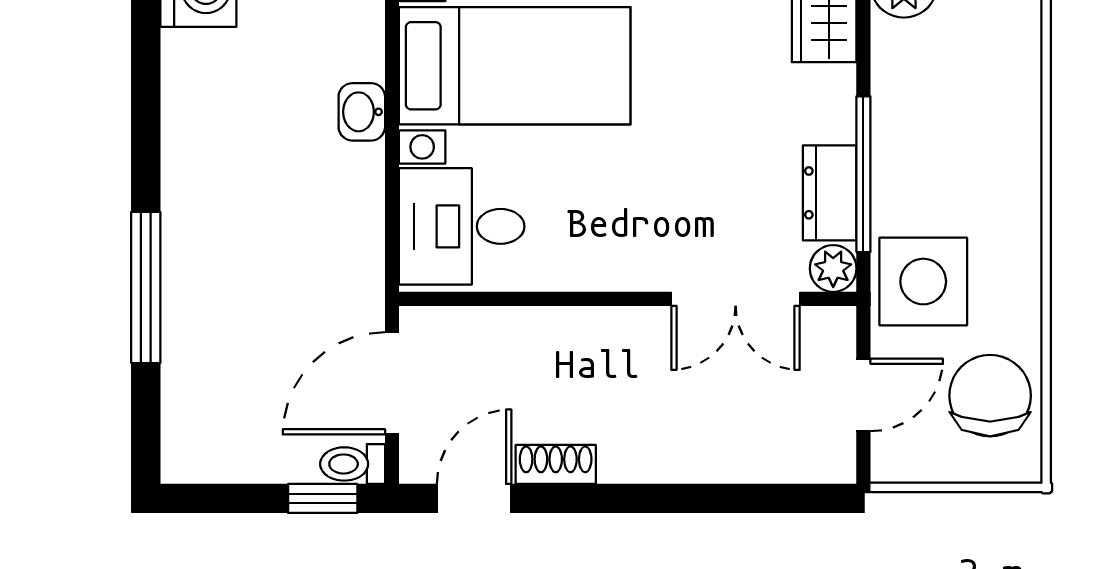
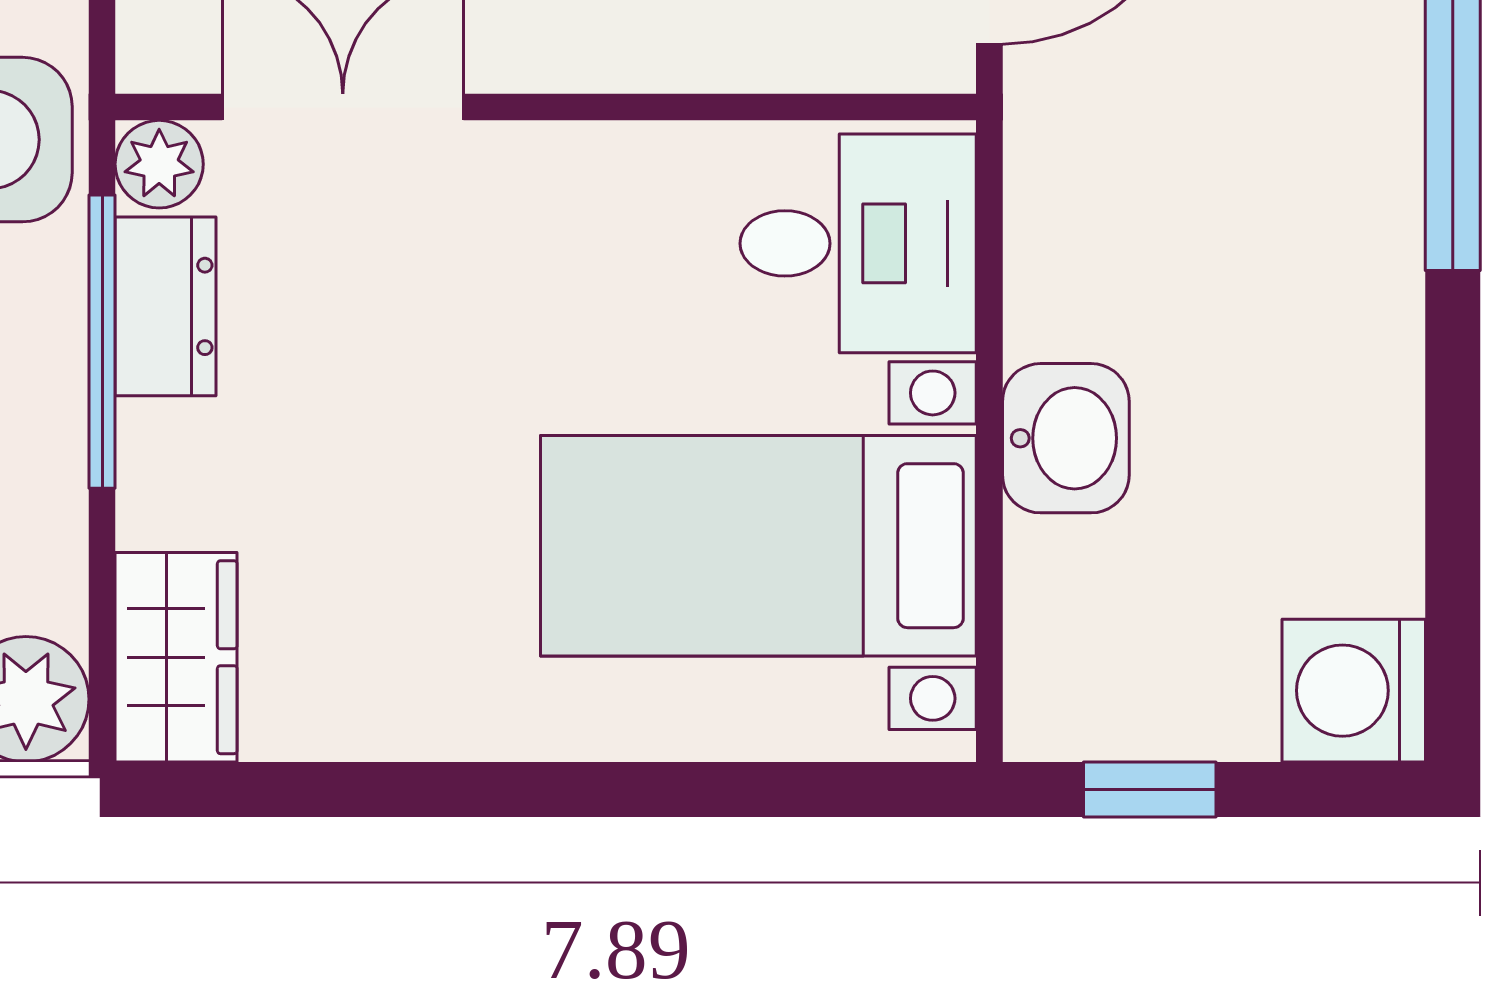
washbasin: (362, 112) -> (1066, 438), width x1.38, depth x1.45

